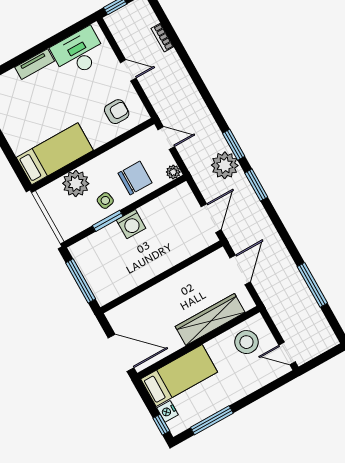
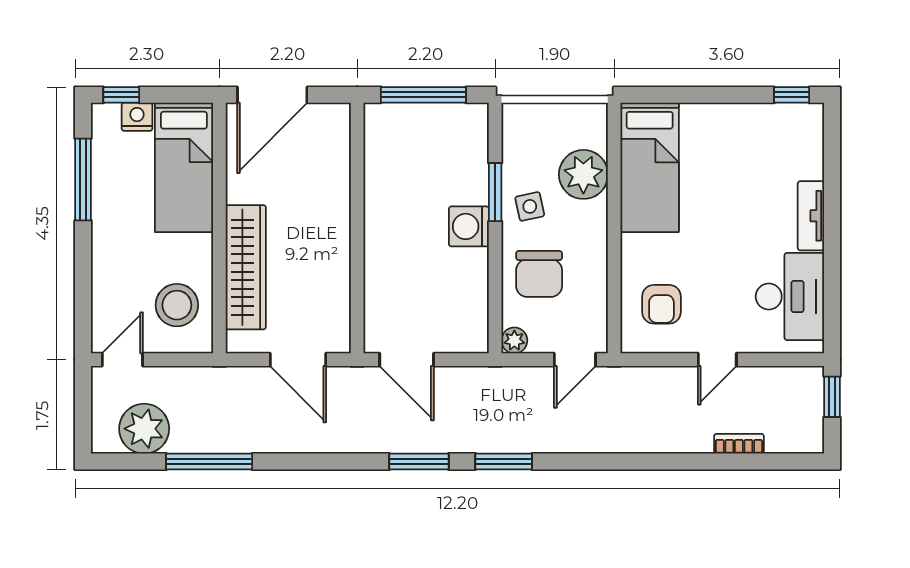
plant: (225, 165) -> (144, 429), moved

